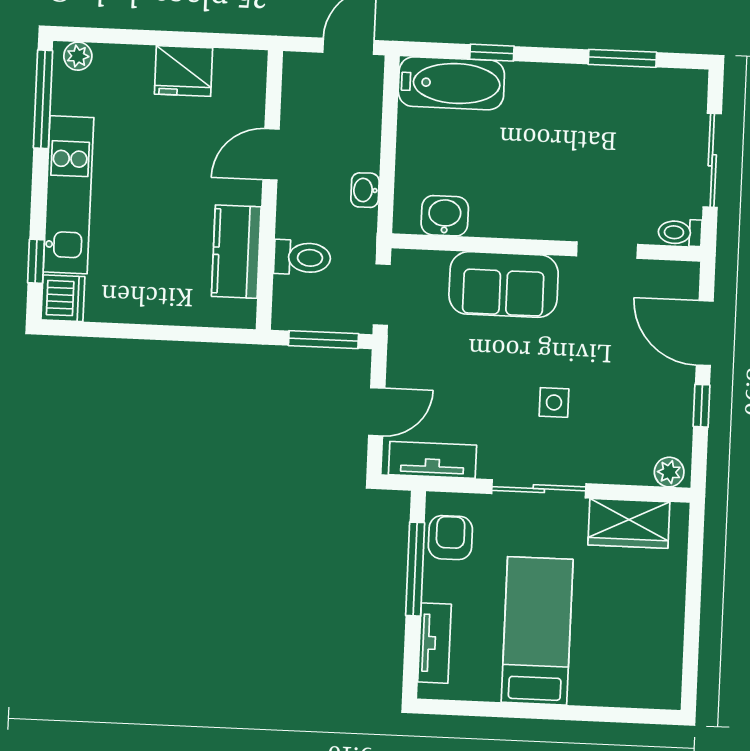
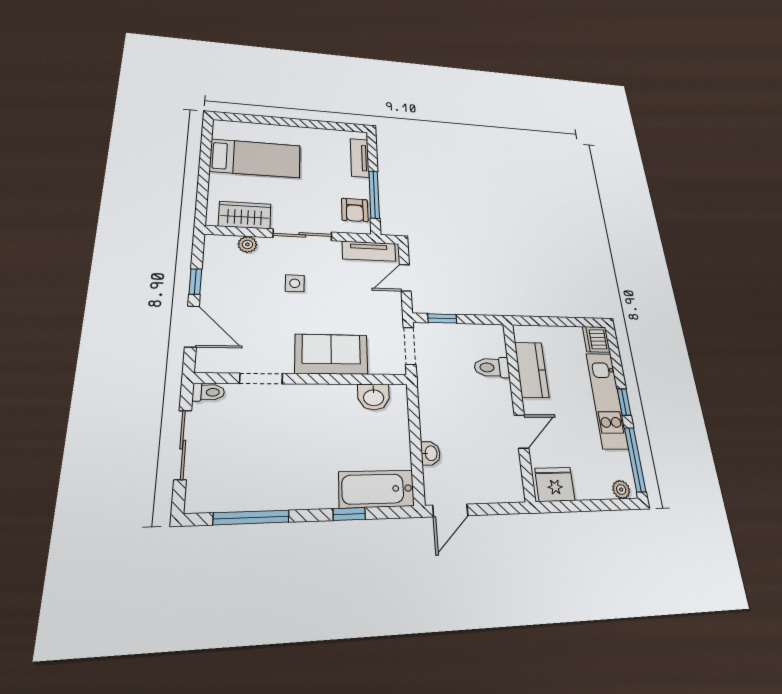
window: (622, 58) -> (251, 517), width x1.44
door: (271, 154) -> (521, 432), moved
wall: (269, 190) -> (518, 409), moved
washbasin: (365, 190) -> (431, 453), moved
kitchen counter: (236, 252) -> (532, 370), moved
toilet: (302, 258) -> (492, 367), moved
window: (36, 261) -> (624, 402), moved
window: (324, 340) -> (442, 318), width x0.67
plant: (669, 472) -> (247, 244), moved
bed: (537, 631) -> (255, 158), moved, turned -90

